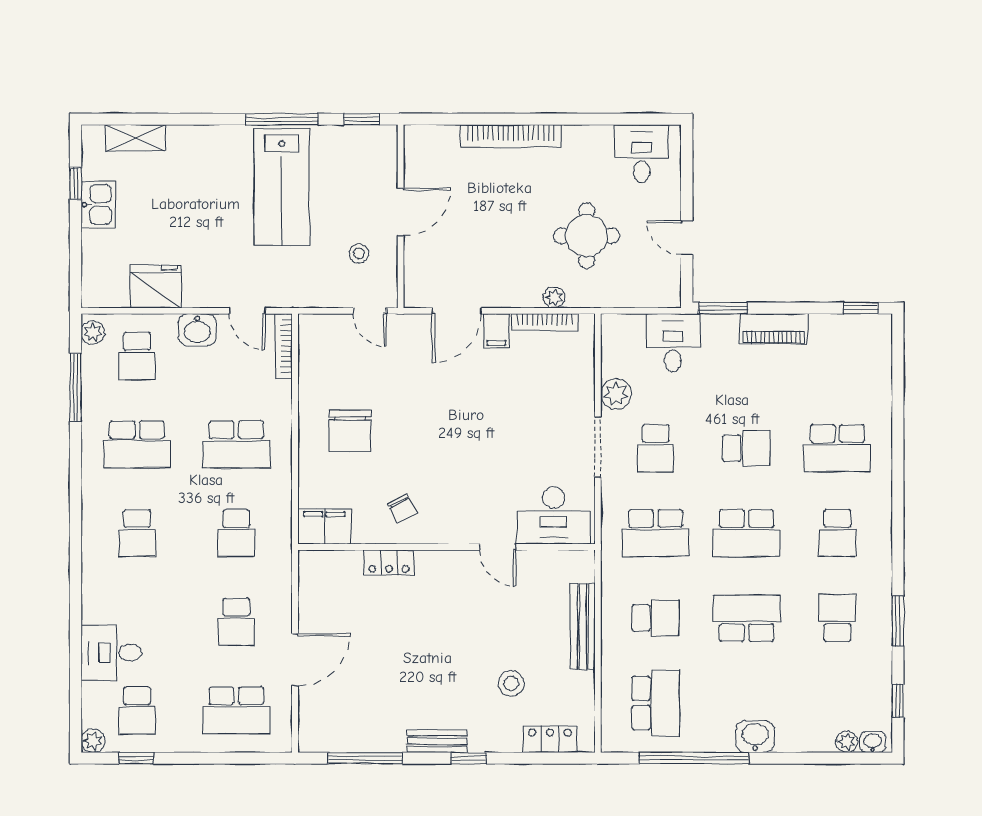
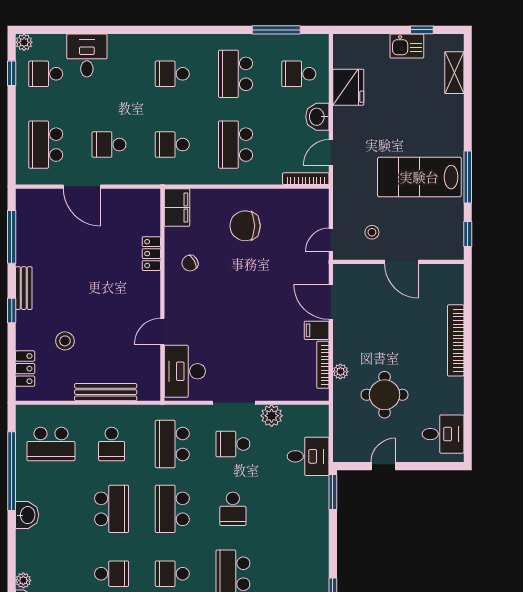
piano: (773, 329) -> (318, 528), removed
plant: (93, 333) -> (315, 42), removed

